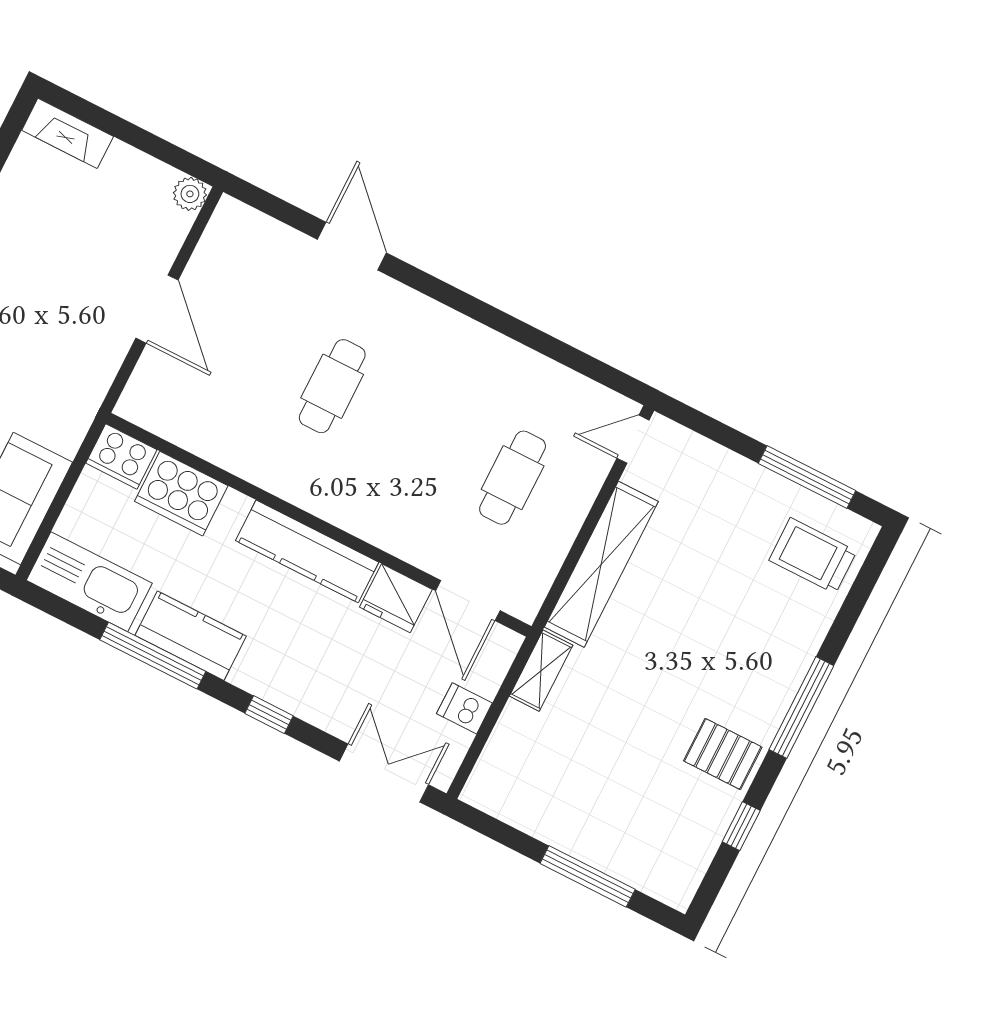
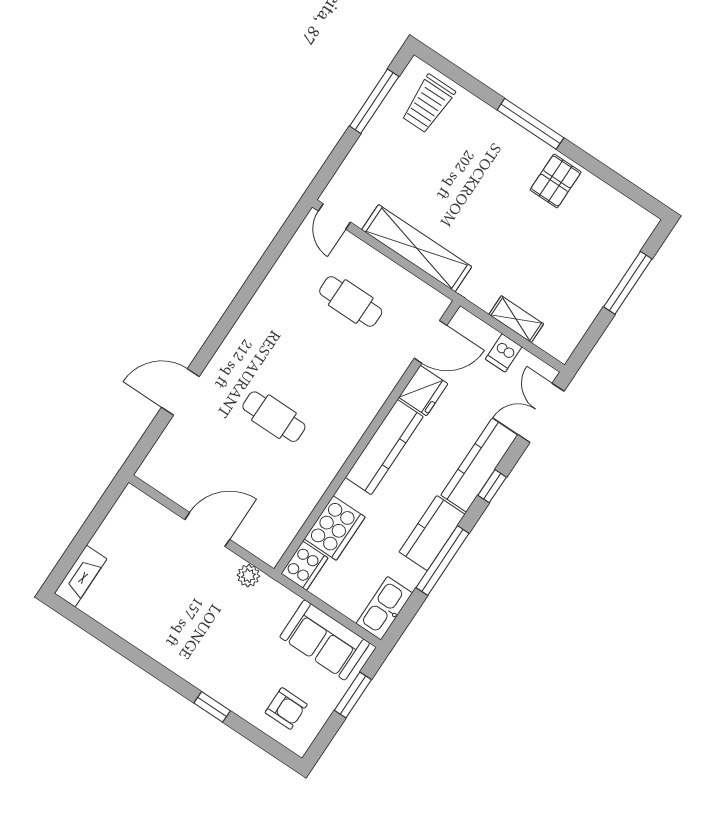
plant: (190, 194) -> (248, 576), moved
kitchen sink: (89, 582) -> (384, 608), width x0.73, depth x0.81
shelving: (541, 671) -> (516, 319), moved
kitchen counter: (297, 692) -> (479, 465), added
window: (741, 826) -> (606, 174), removed

